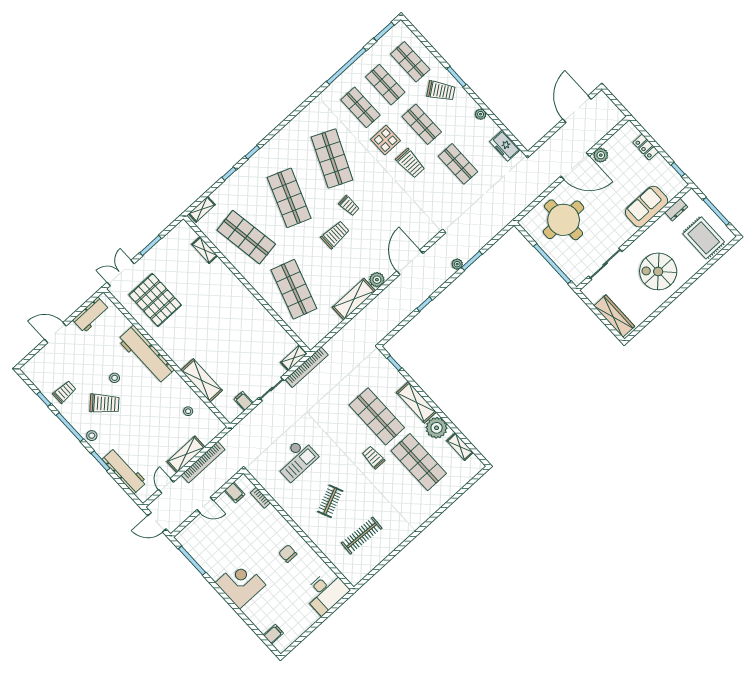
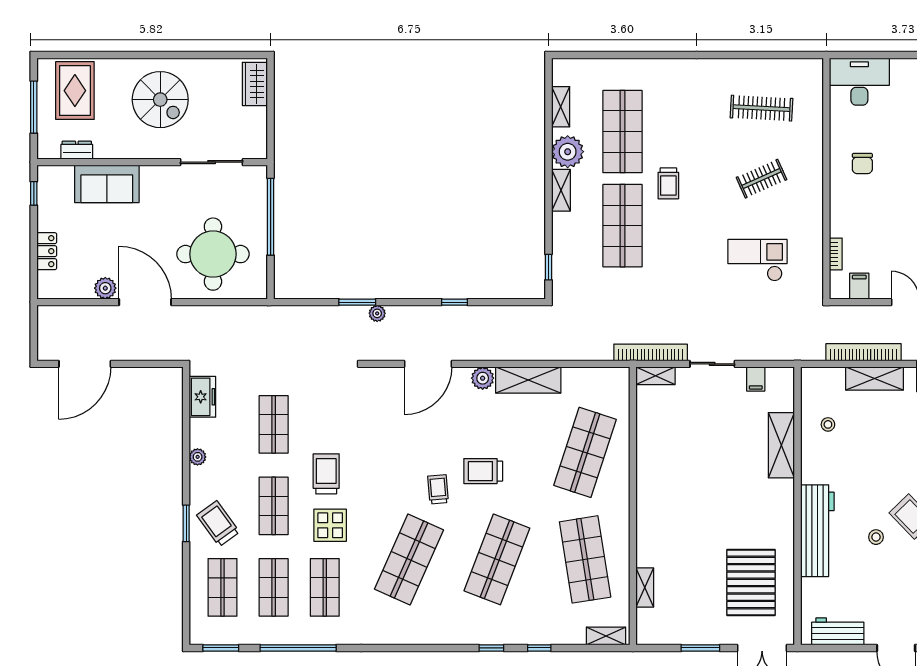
wardrobe: (614, 316) -> (255, 84), width x0.67
shelving: (416, 402) -> (561, 190), width x0.67, depth x0.75

